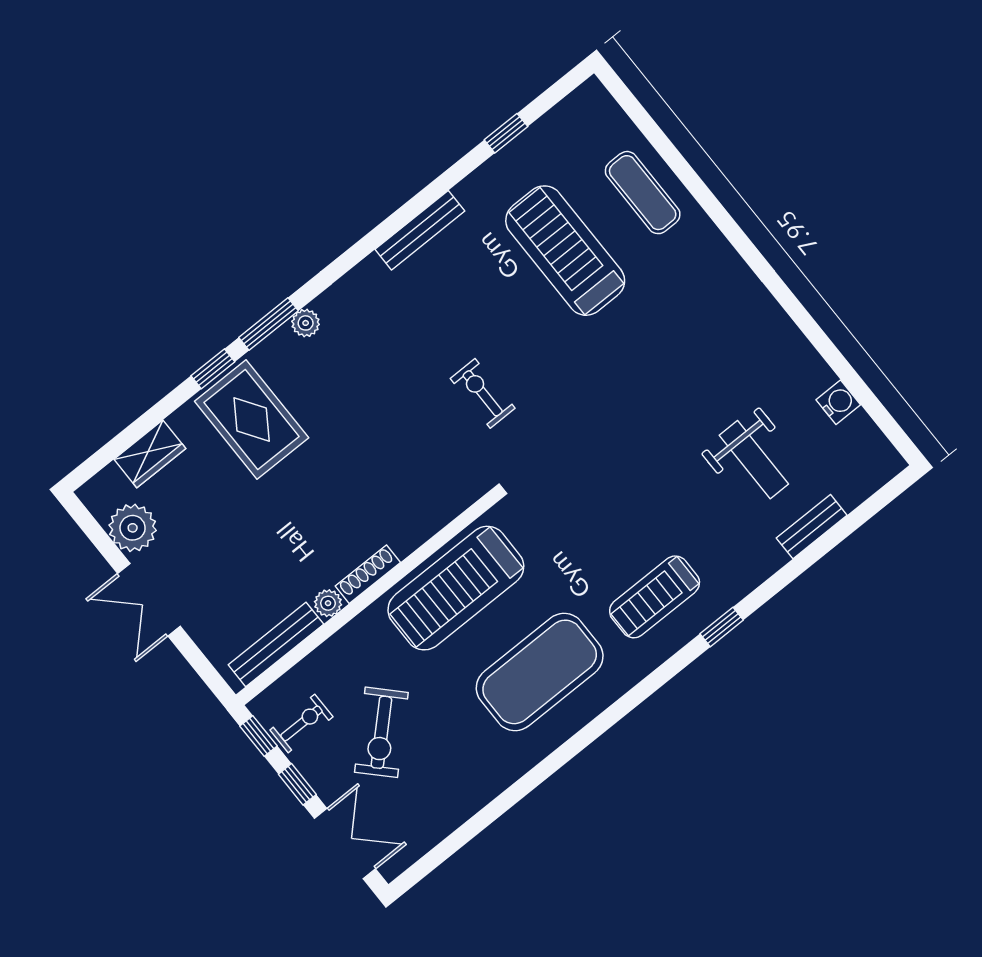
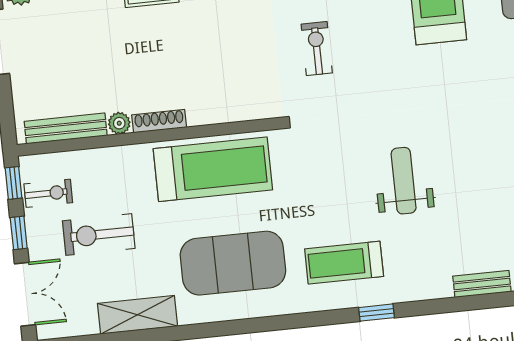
weight bench: (754, 460) -> (404, 181), moved, turned 180
treadmill: (456, 588) -> (213, 169), turned 180
exercise bike: (381, 732) -> (99, 235), turned 44
shelving: (475, 789) -> (138, 315), added

